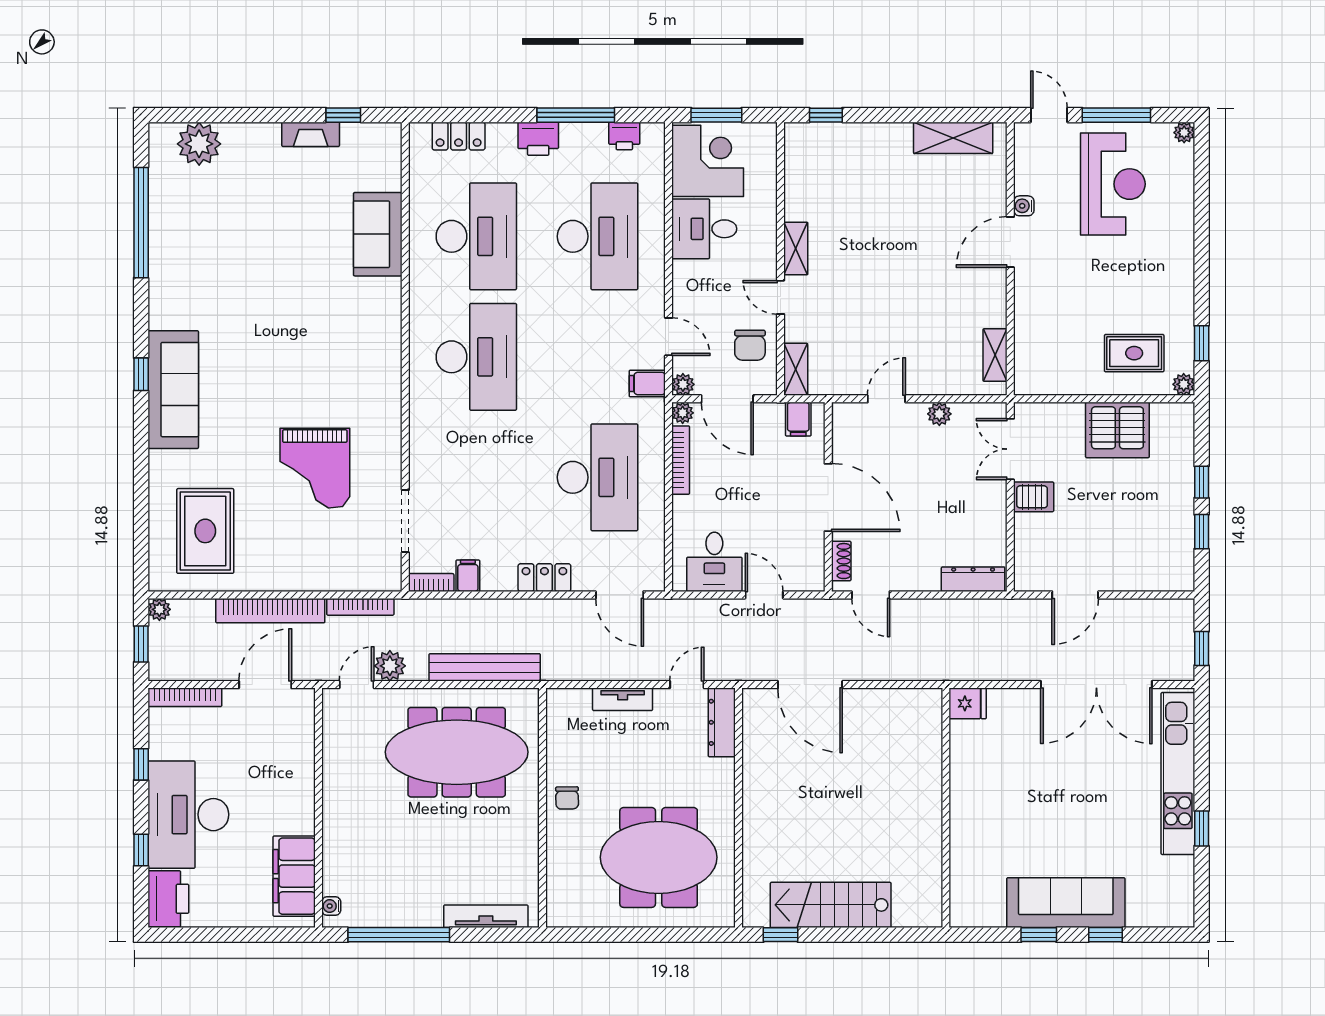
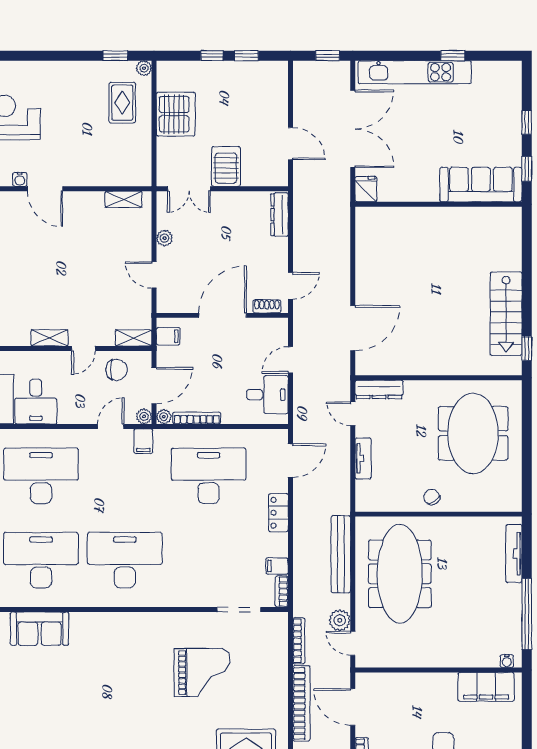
server rack: (1034, 497) -> (226, 166), width x1.36, depth x1.44
fridge: (968, 703) -> (366, 189), moved
chair: (567, 798) -> (432, 497), turned -123
wall: (946, 808) -> (438, 204), moved
sofa: (1066, 903) -> (481, 185), moved, turned 90

